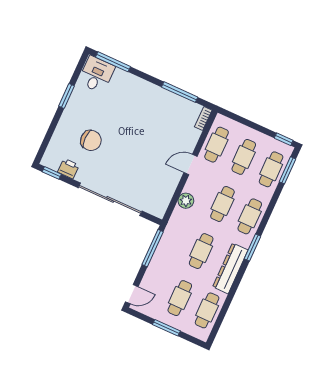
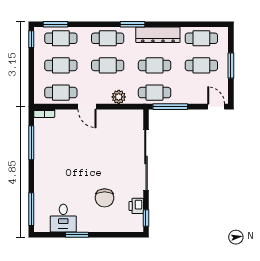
desk: (96, 75) -> (63, 218), moved, turned -90
chair: (91, 140) -> (105, 198), turned 180
cafe table: (174, 239) -> (155, 93), added

